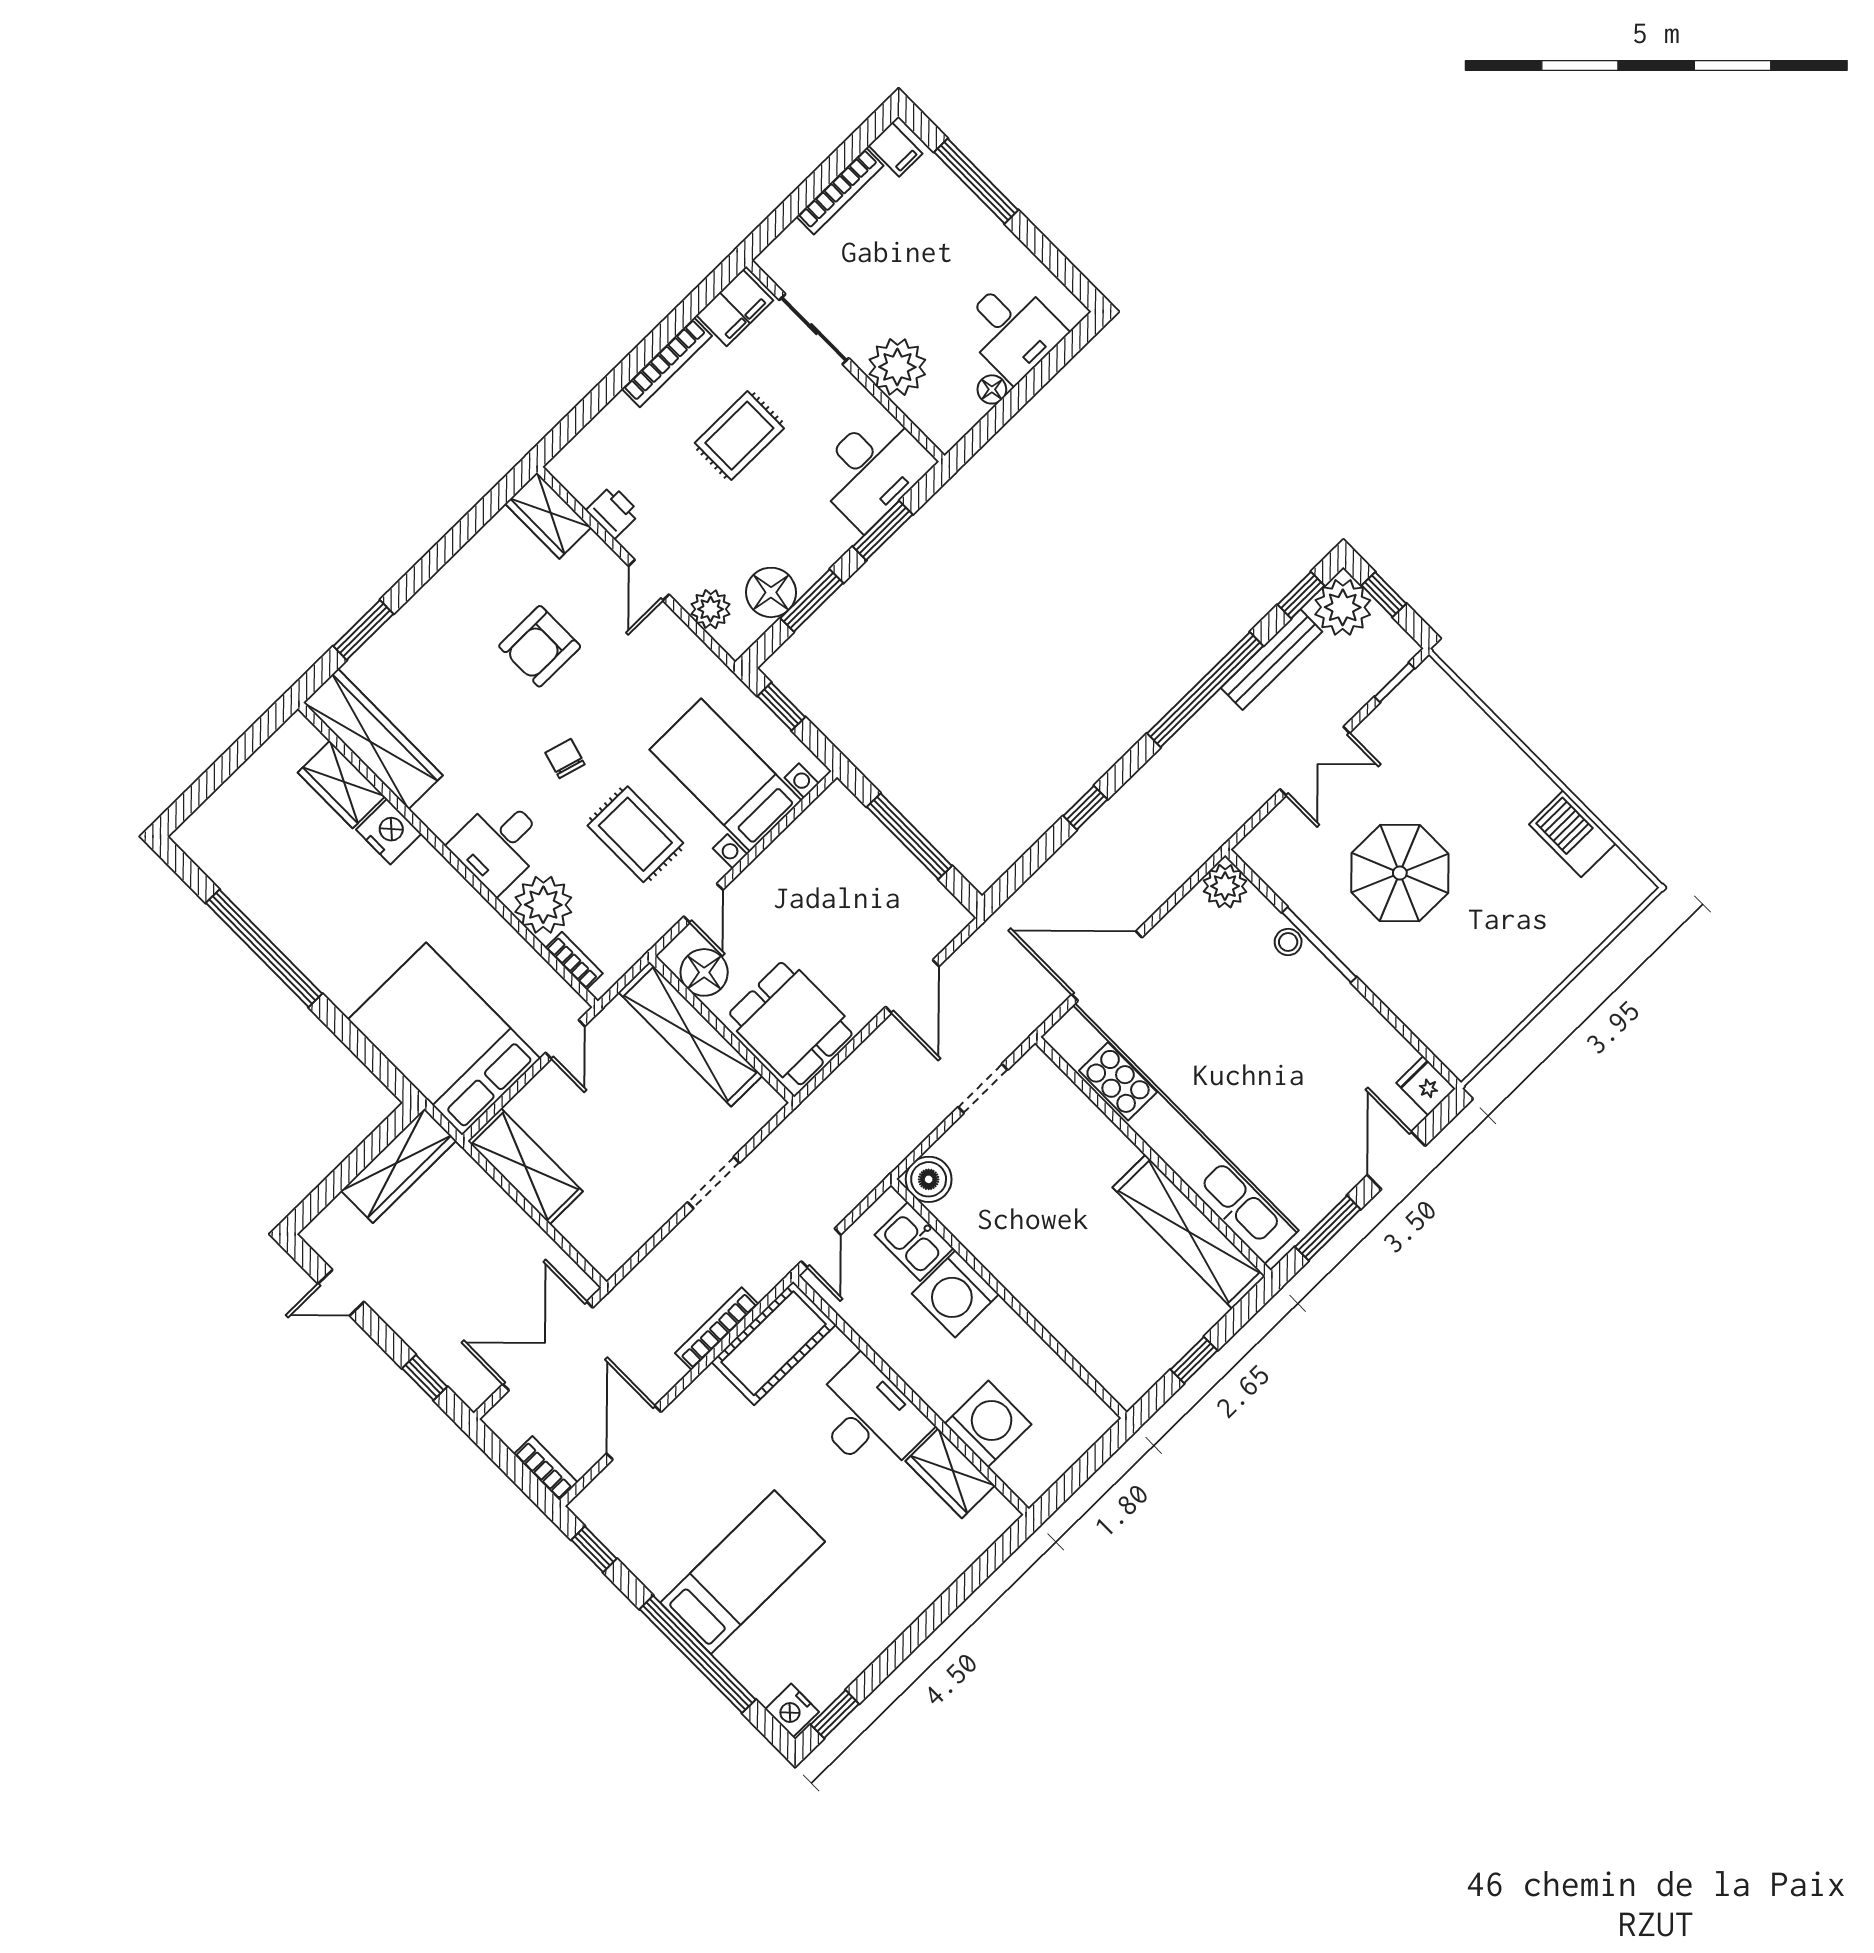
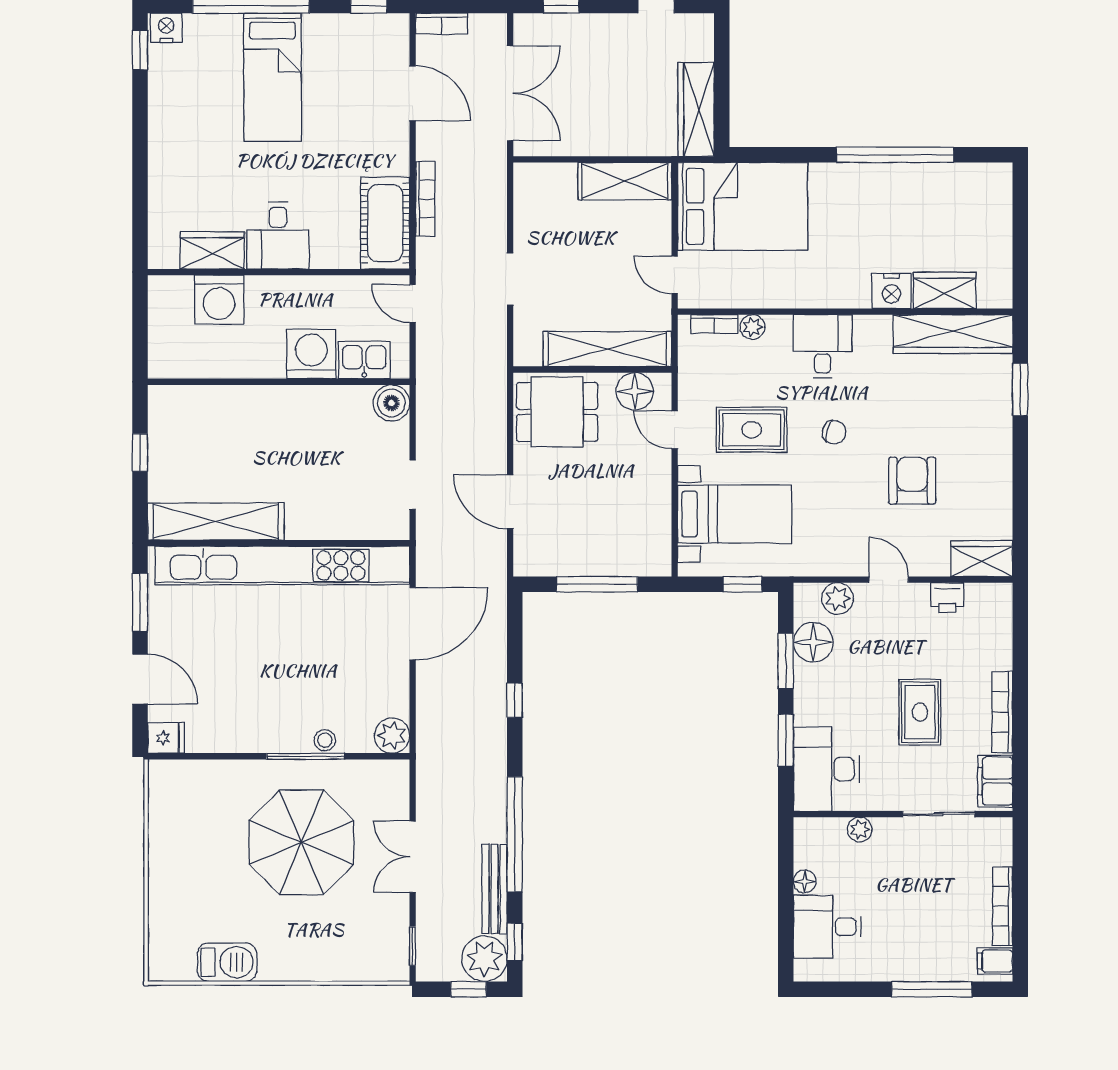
plant: (897, 367) -> (860, 830), width x0.53, depth x0.53
parasol: (1400, 873) -> (301, 842), width x1.36, depth x1.36
plant: (543, 905) -> (752, 327), width x0.53, depth x0.53
desk: (869, 1418) -> (278, 235), width x0.73

